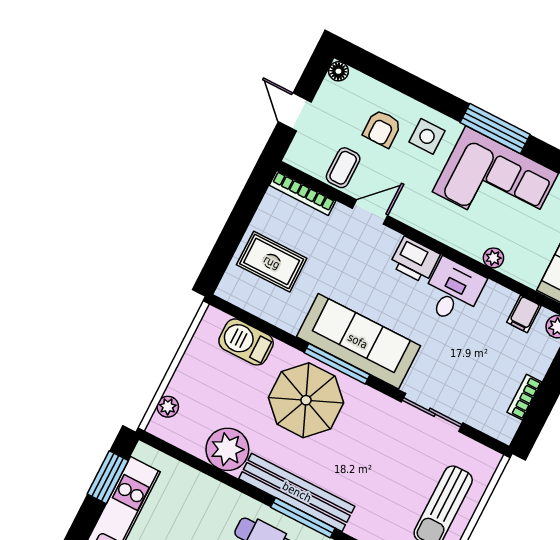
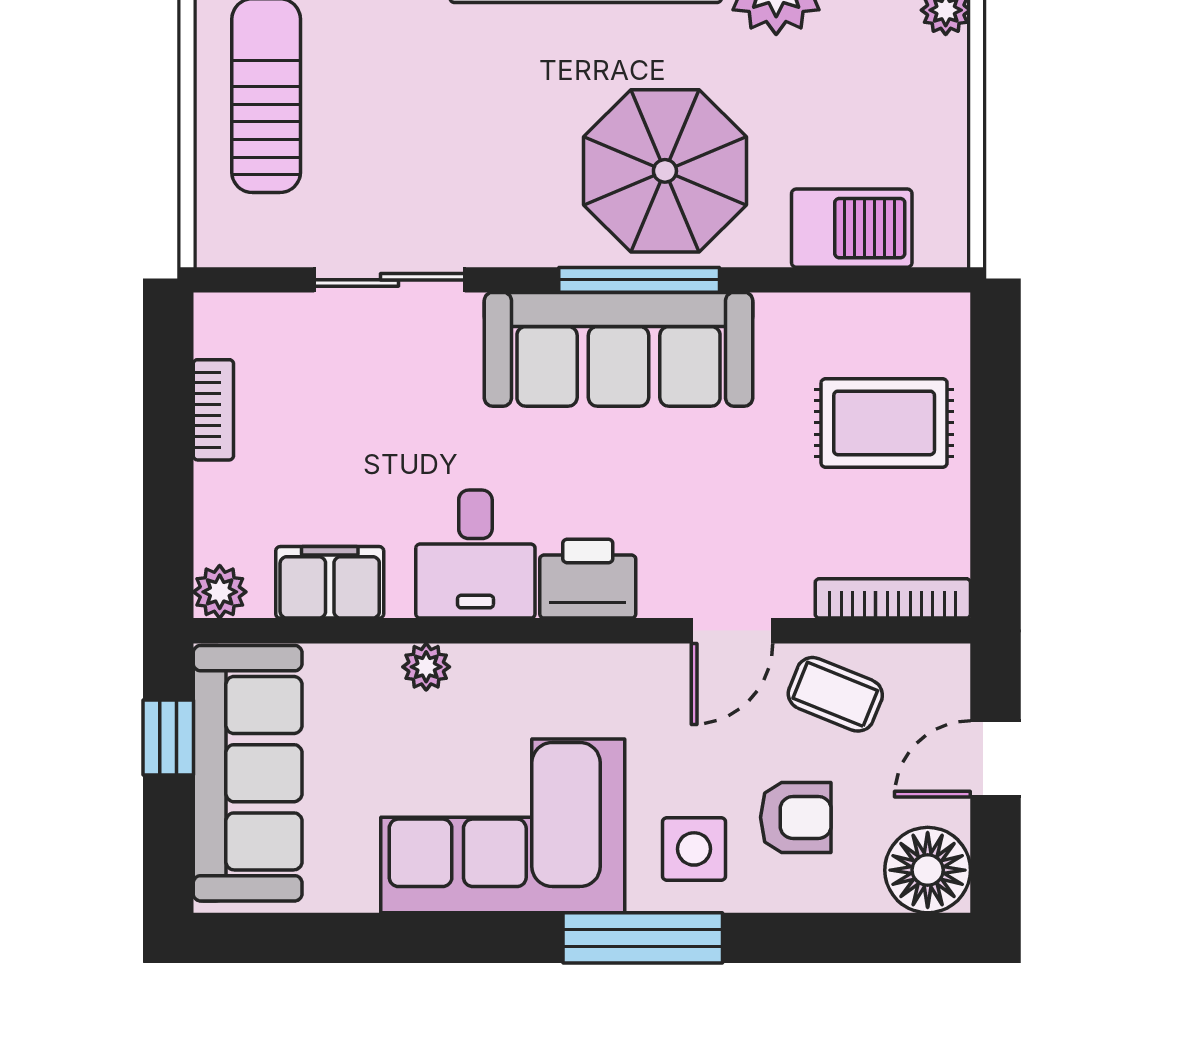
floor lamp: (338, 71) -> (928, 870), width x1.89, depth x1.89
door: (295, 112) -> (995, 759), swing flipped
armchair: (382, 129) -> (796, 817), turned 90
window: (495, 129) -> (643, 938), moved
coffee table: (343, 168) -> (835, 694), turned -68
filing cabinet: (524, 314) -> (330, 582), width x2.00

